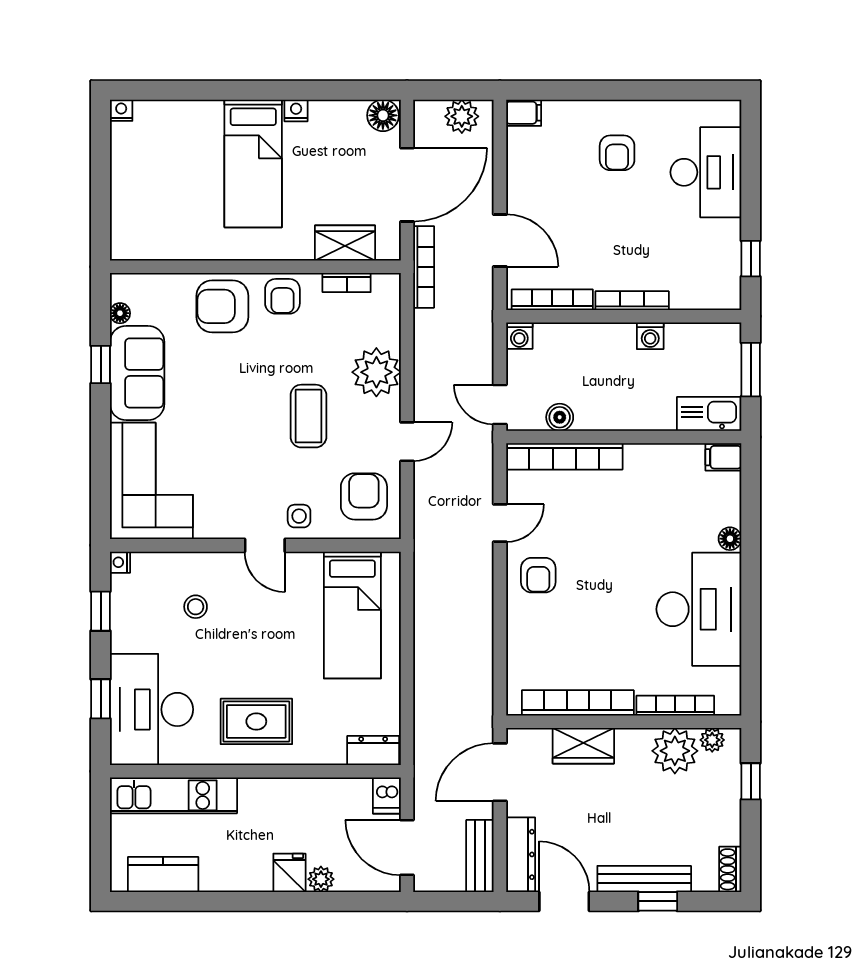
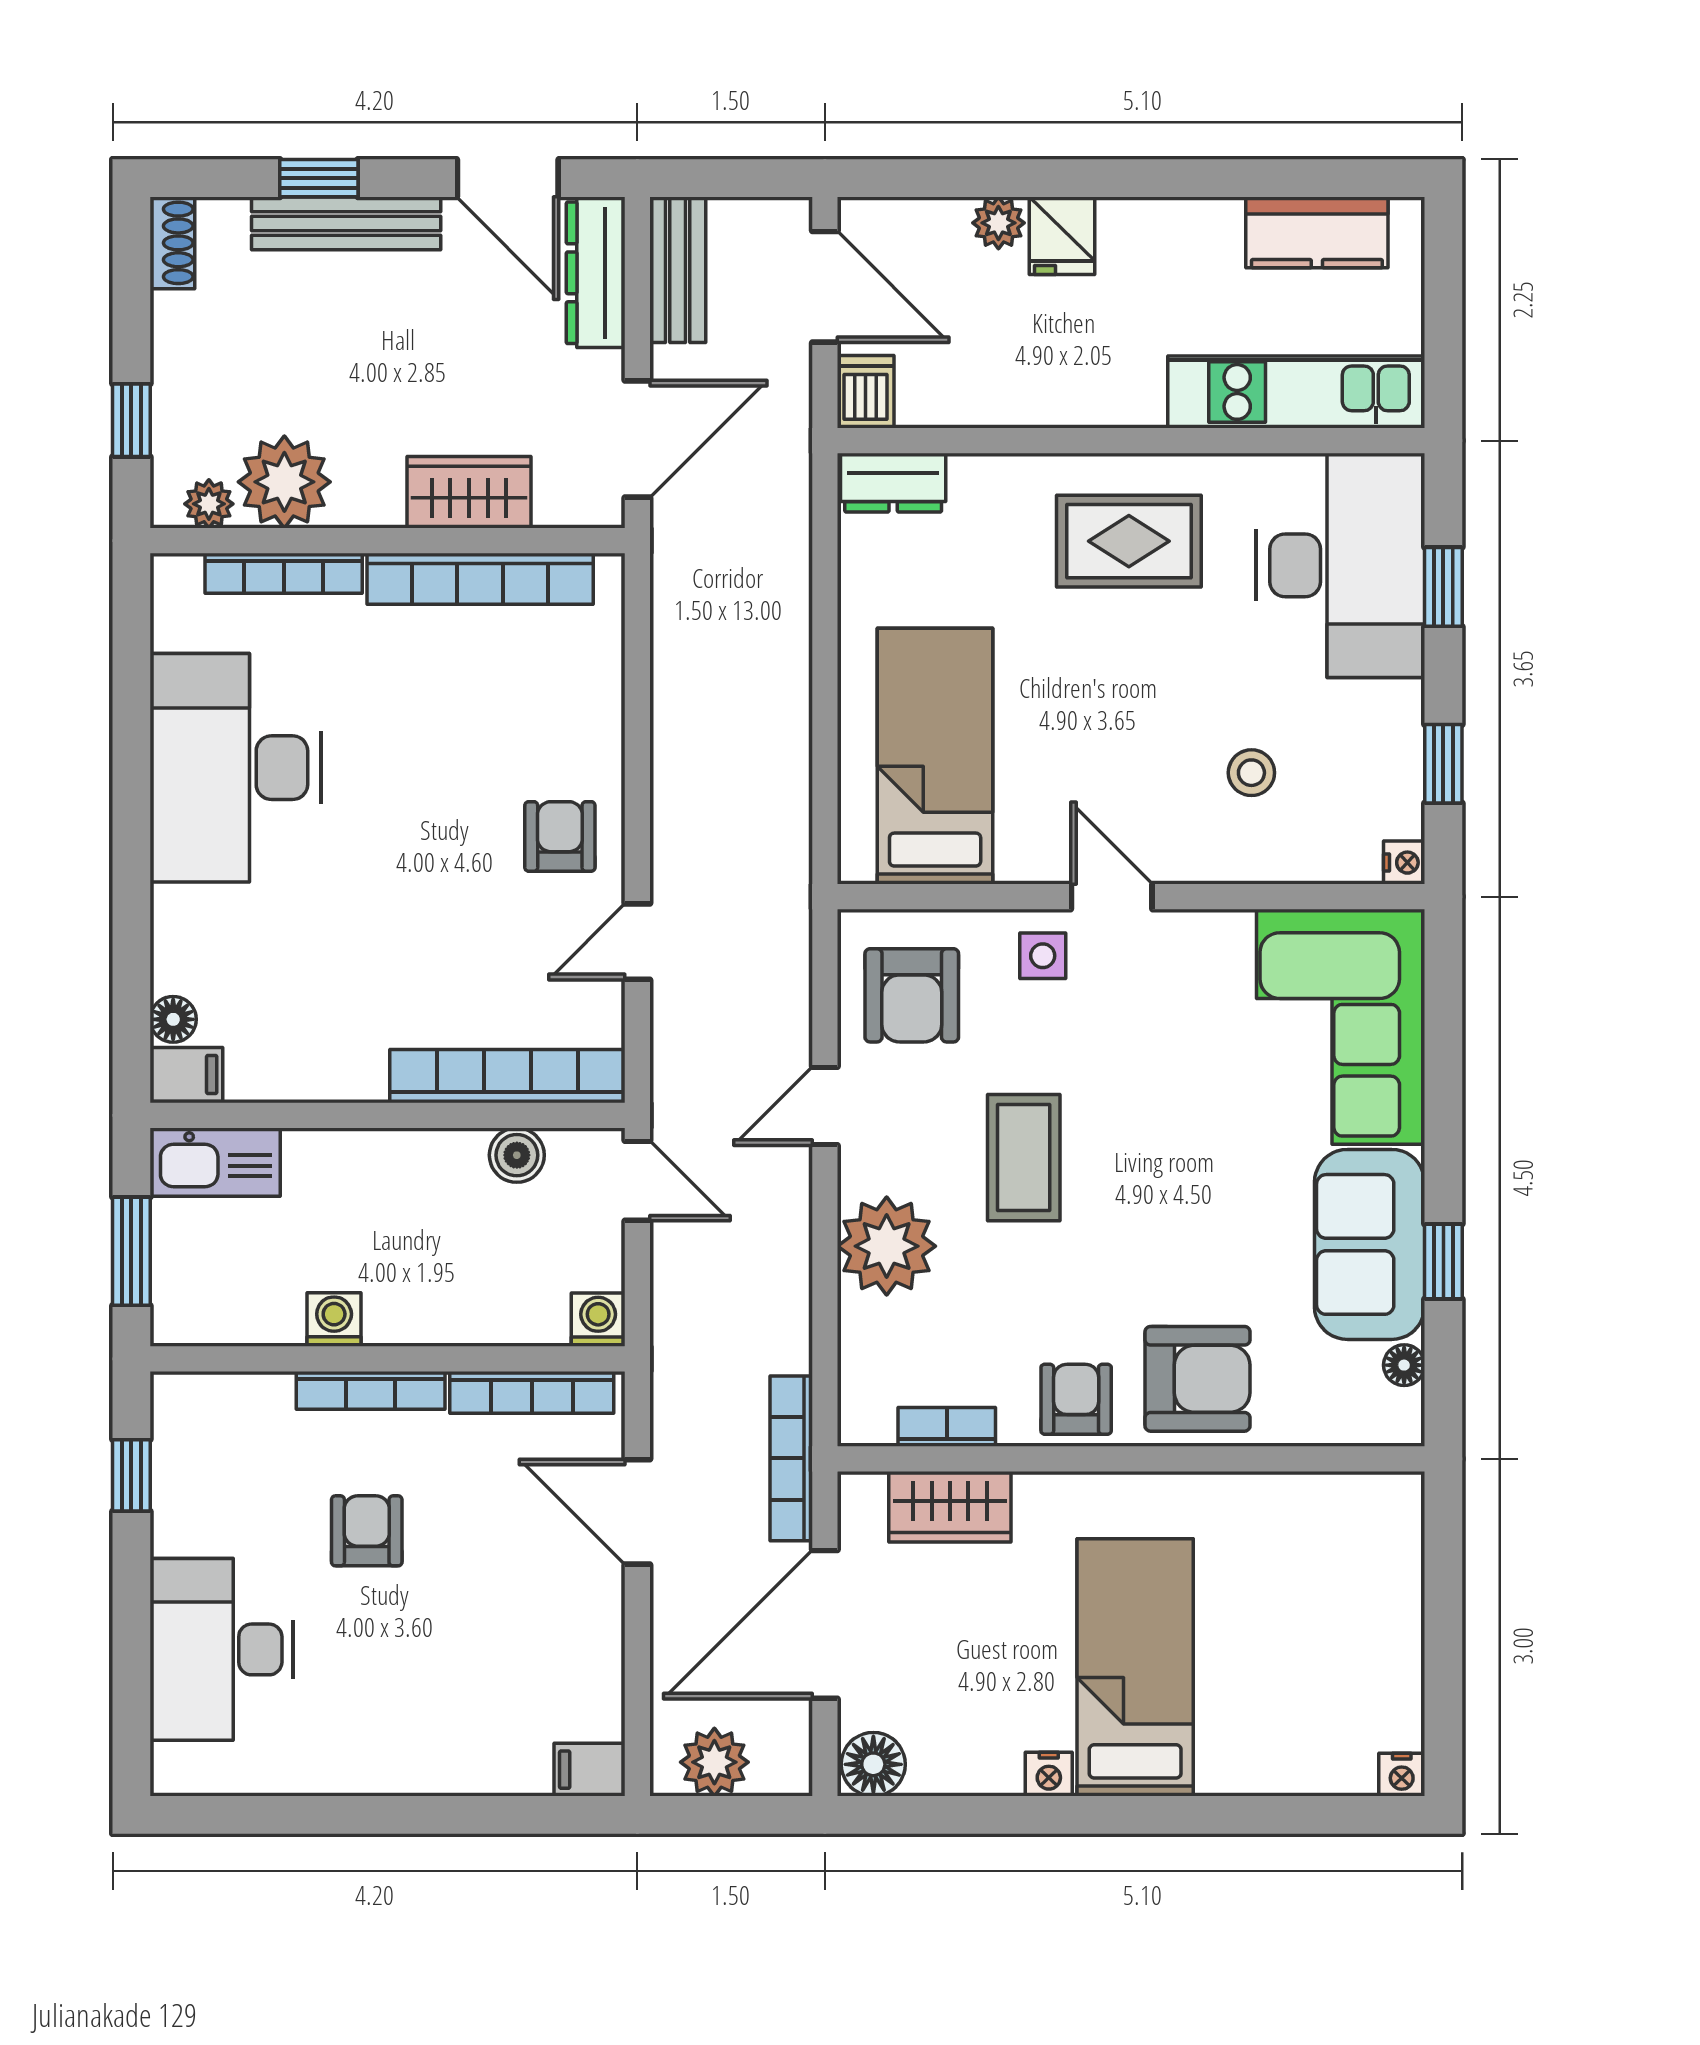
armchair: (617, 153) -> (367, 1531), moved
floor lamp: (730, 539) -> (173, 1019), moved

